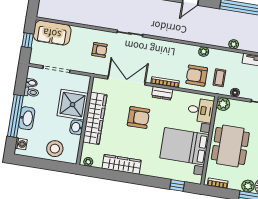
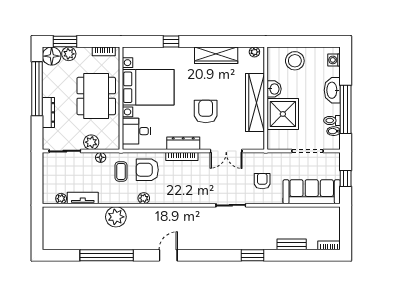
sofa: (52, 33) -> (312, 192), width x1.36
plant: (234, 44) -> (116, 217), width x1.88, depth x1.88
armchair: (100, 50) -> (262, 181), turned 90
armchair: (197, 76) -> (147, 170), turned 180
double door: (126, 81) -> (226, 151), width x0.73
dresser: (162, 93) -> (183, 143), width x1.44
plant: (223, 104) -> (91, 142), moved
window: (15, 116) -> (346, 109), moved
armchair: (138, 117) -> (206, 111), turned 90
window: (177, 185) -> (171, 41), moved

